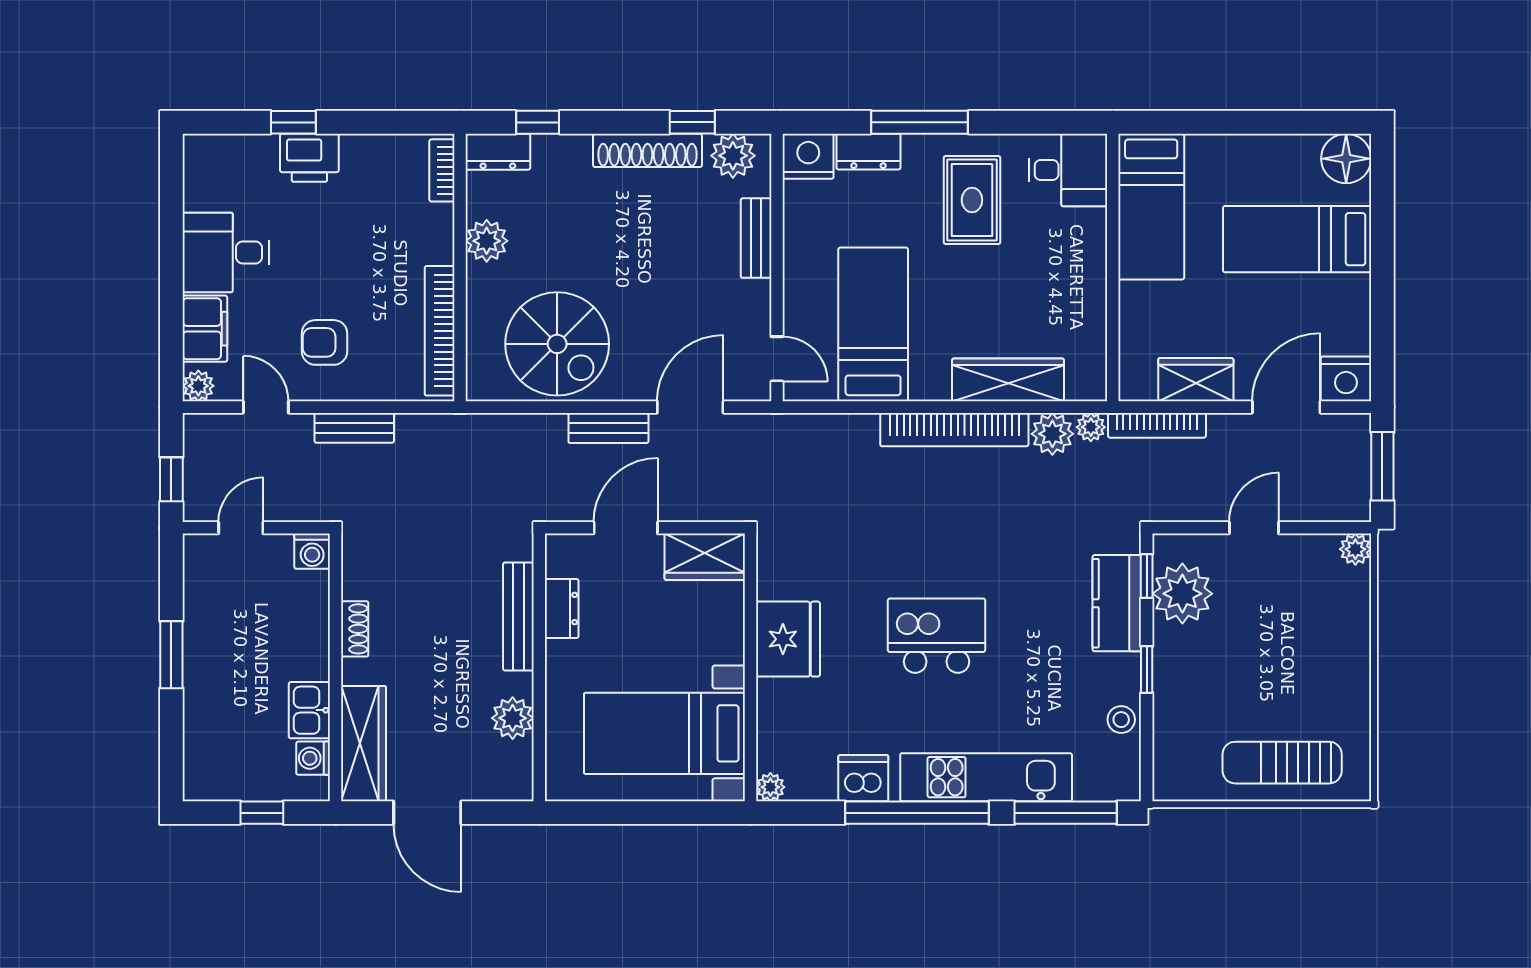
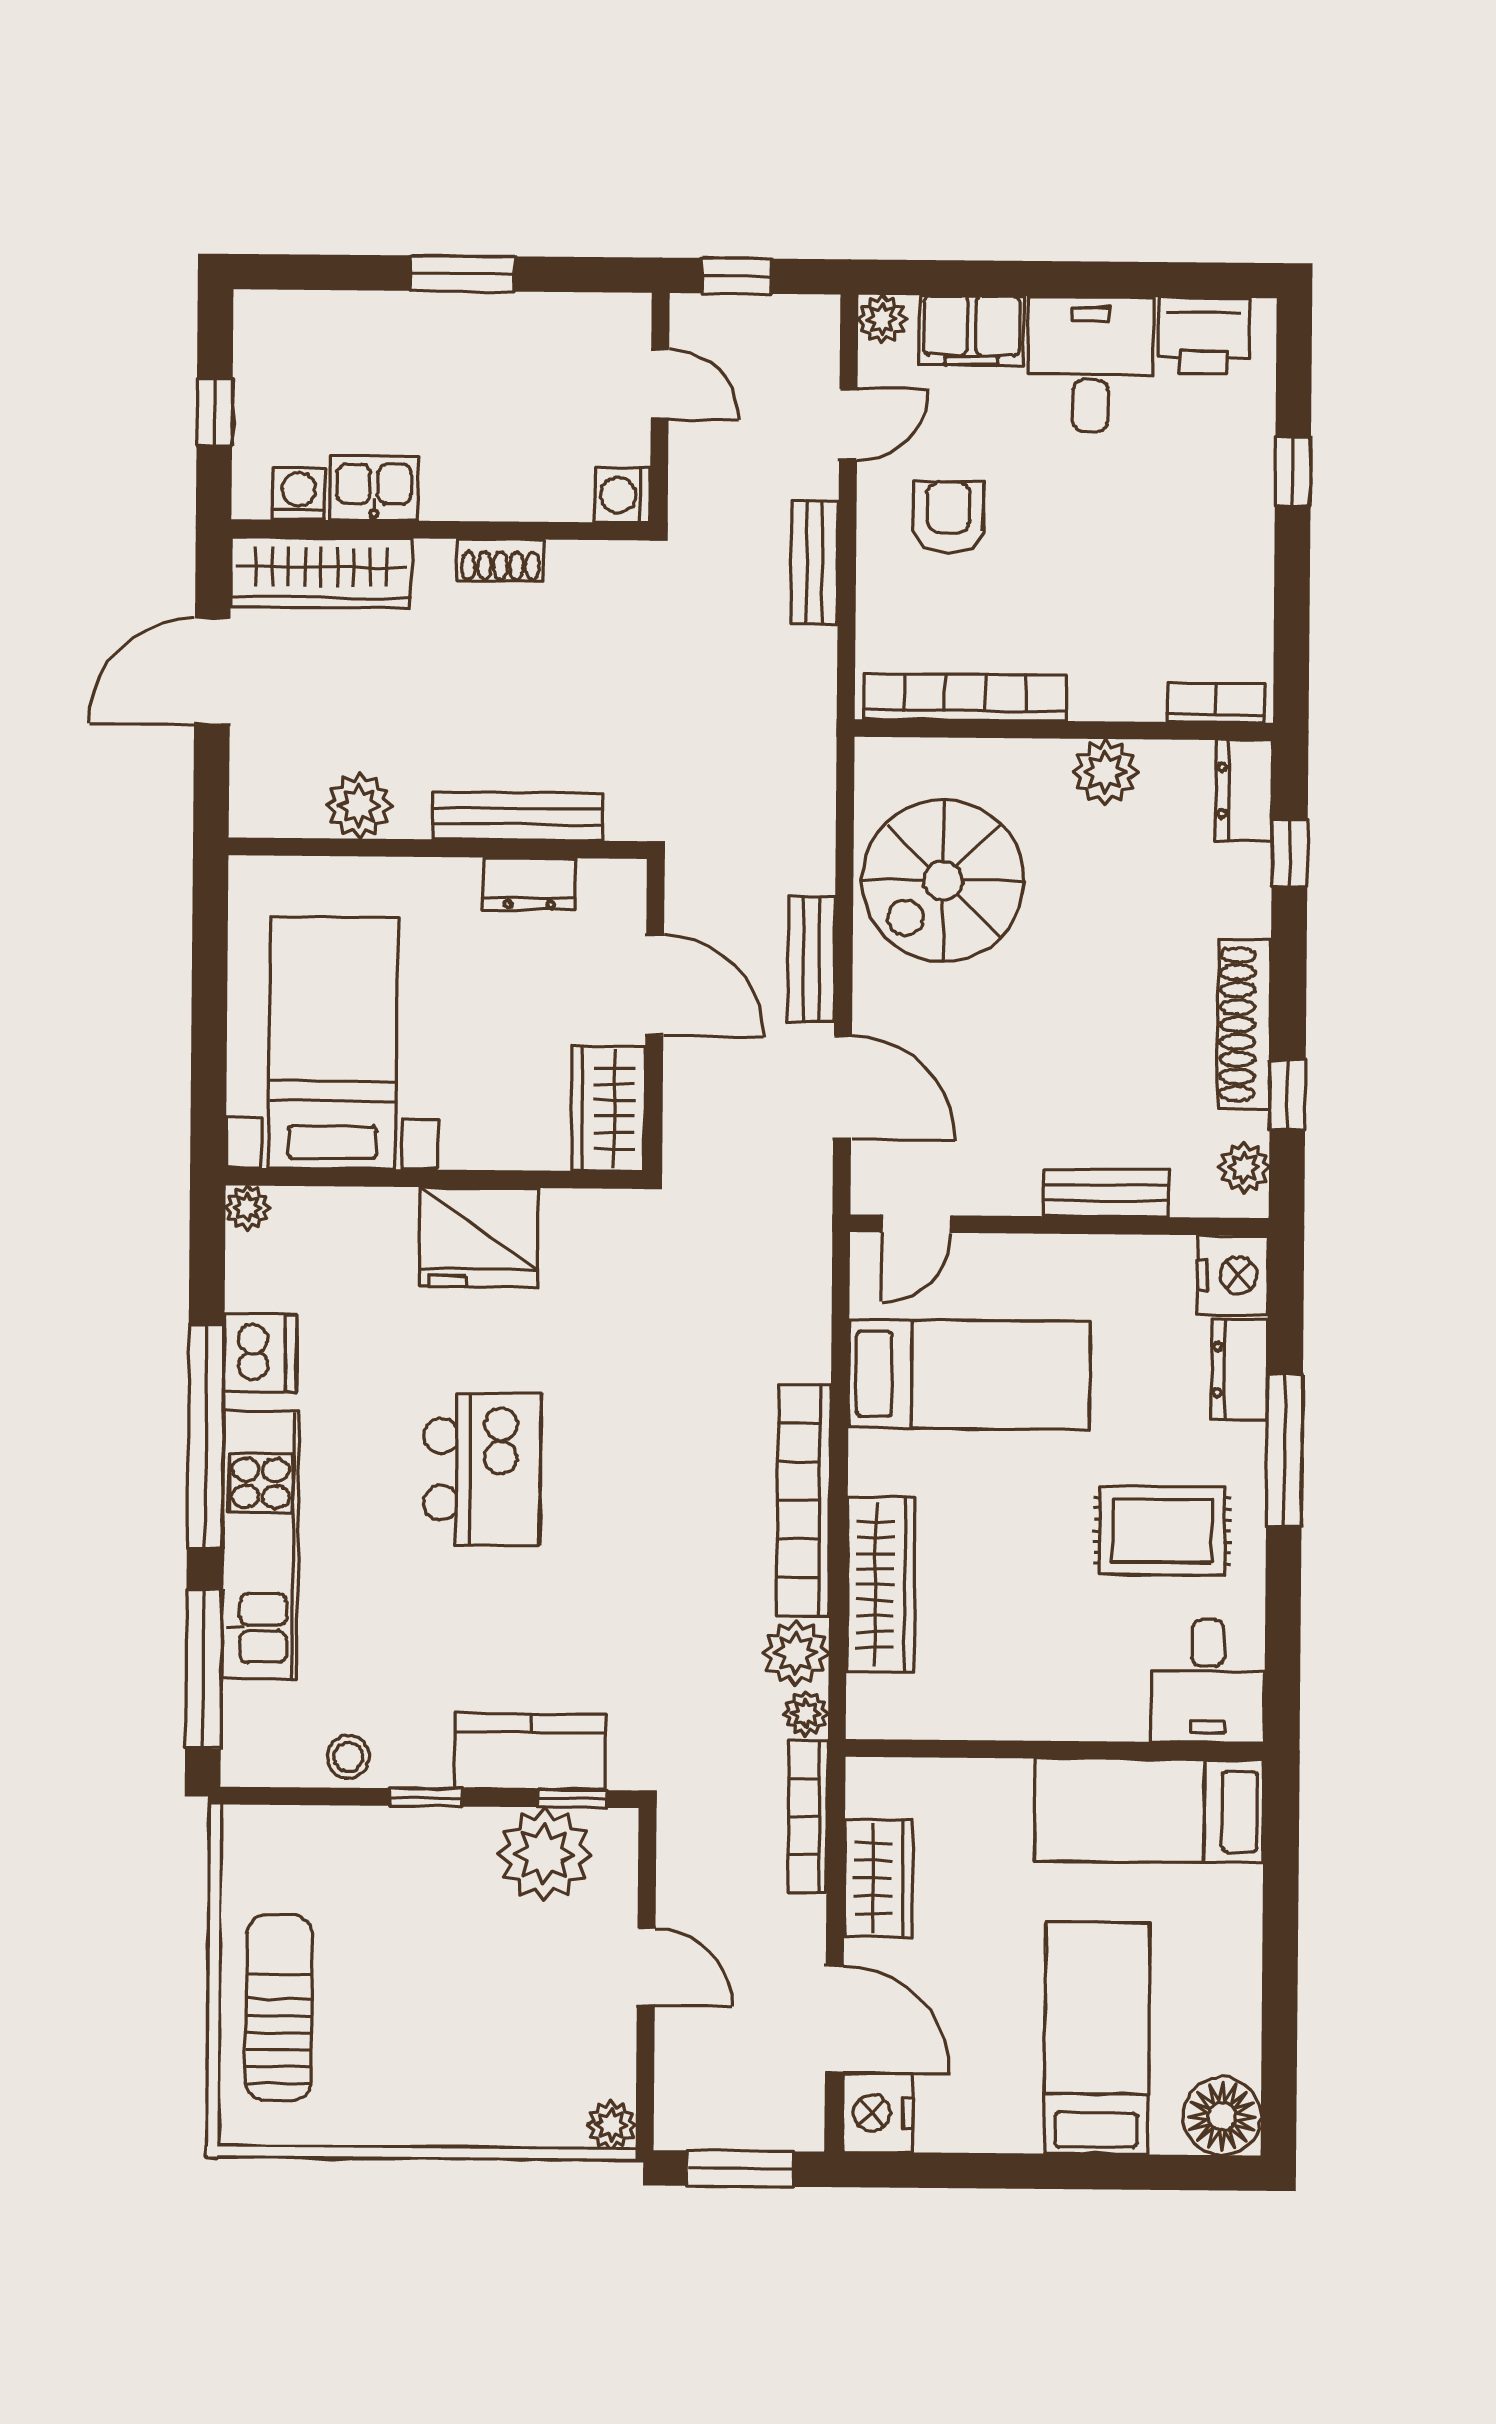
plant: (733, 156) -> (1244, 1167), width x0.73, depth x0.73
printer: (309, 158) -> (1203, 335), moved, turned -90

